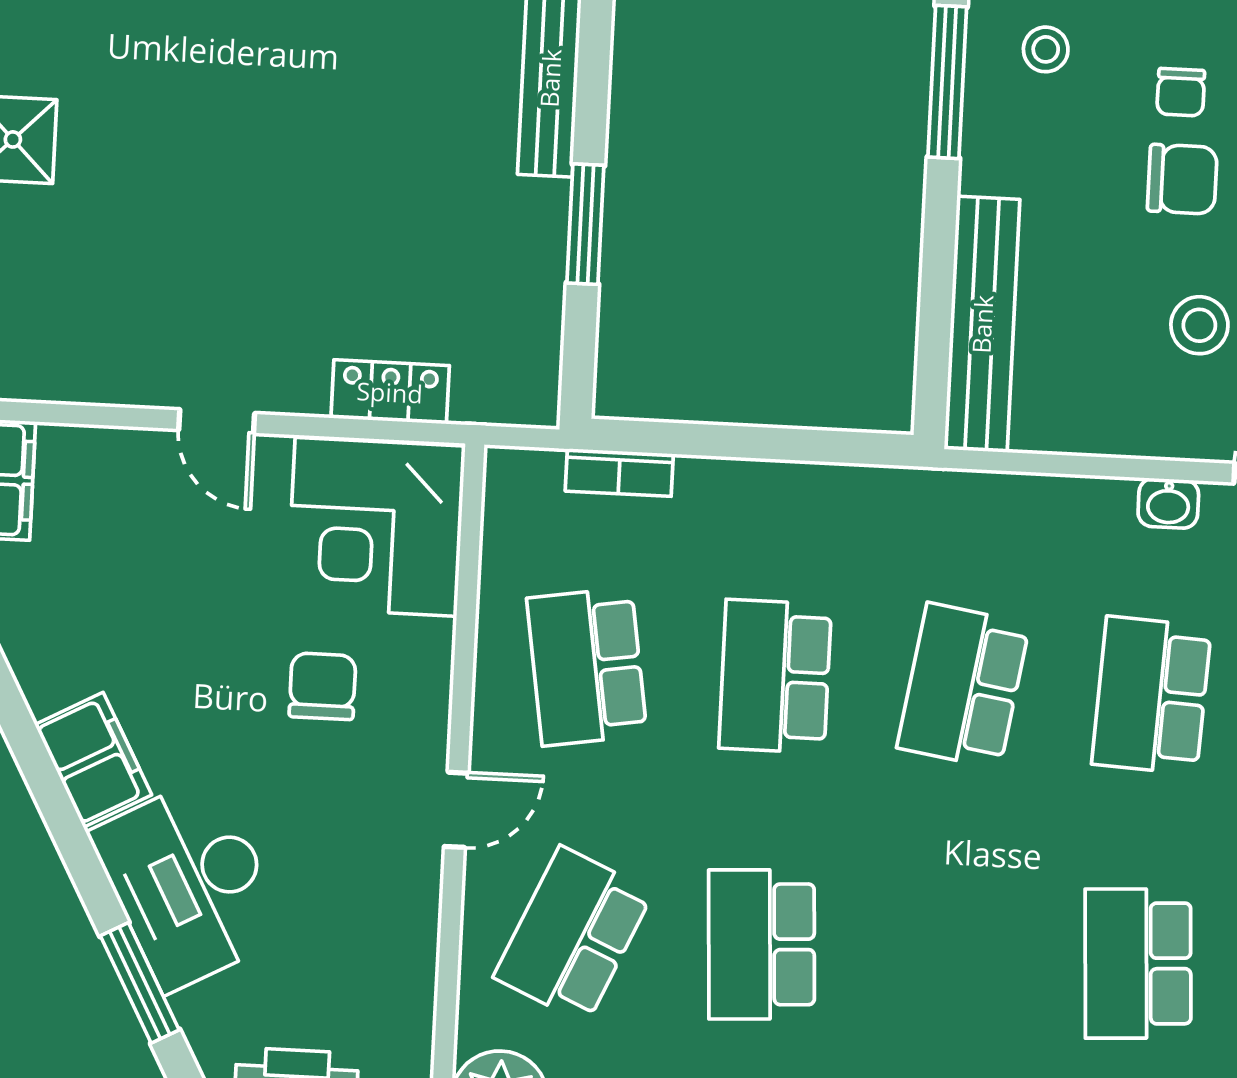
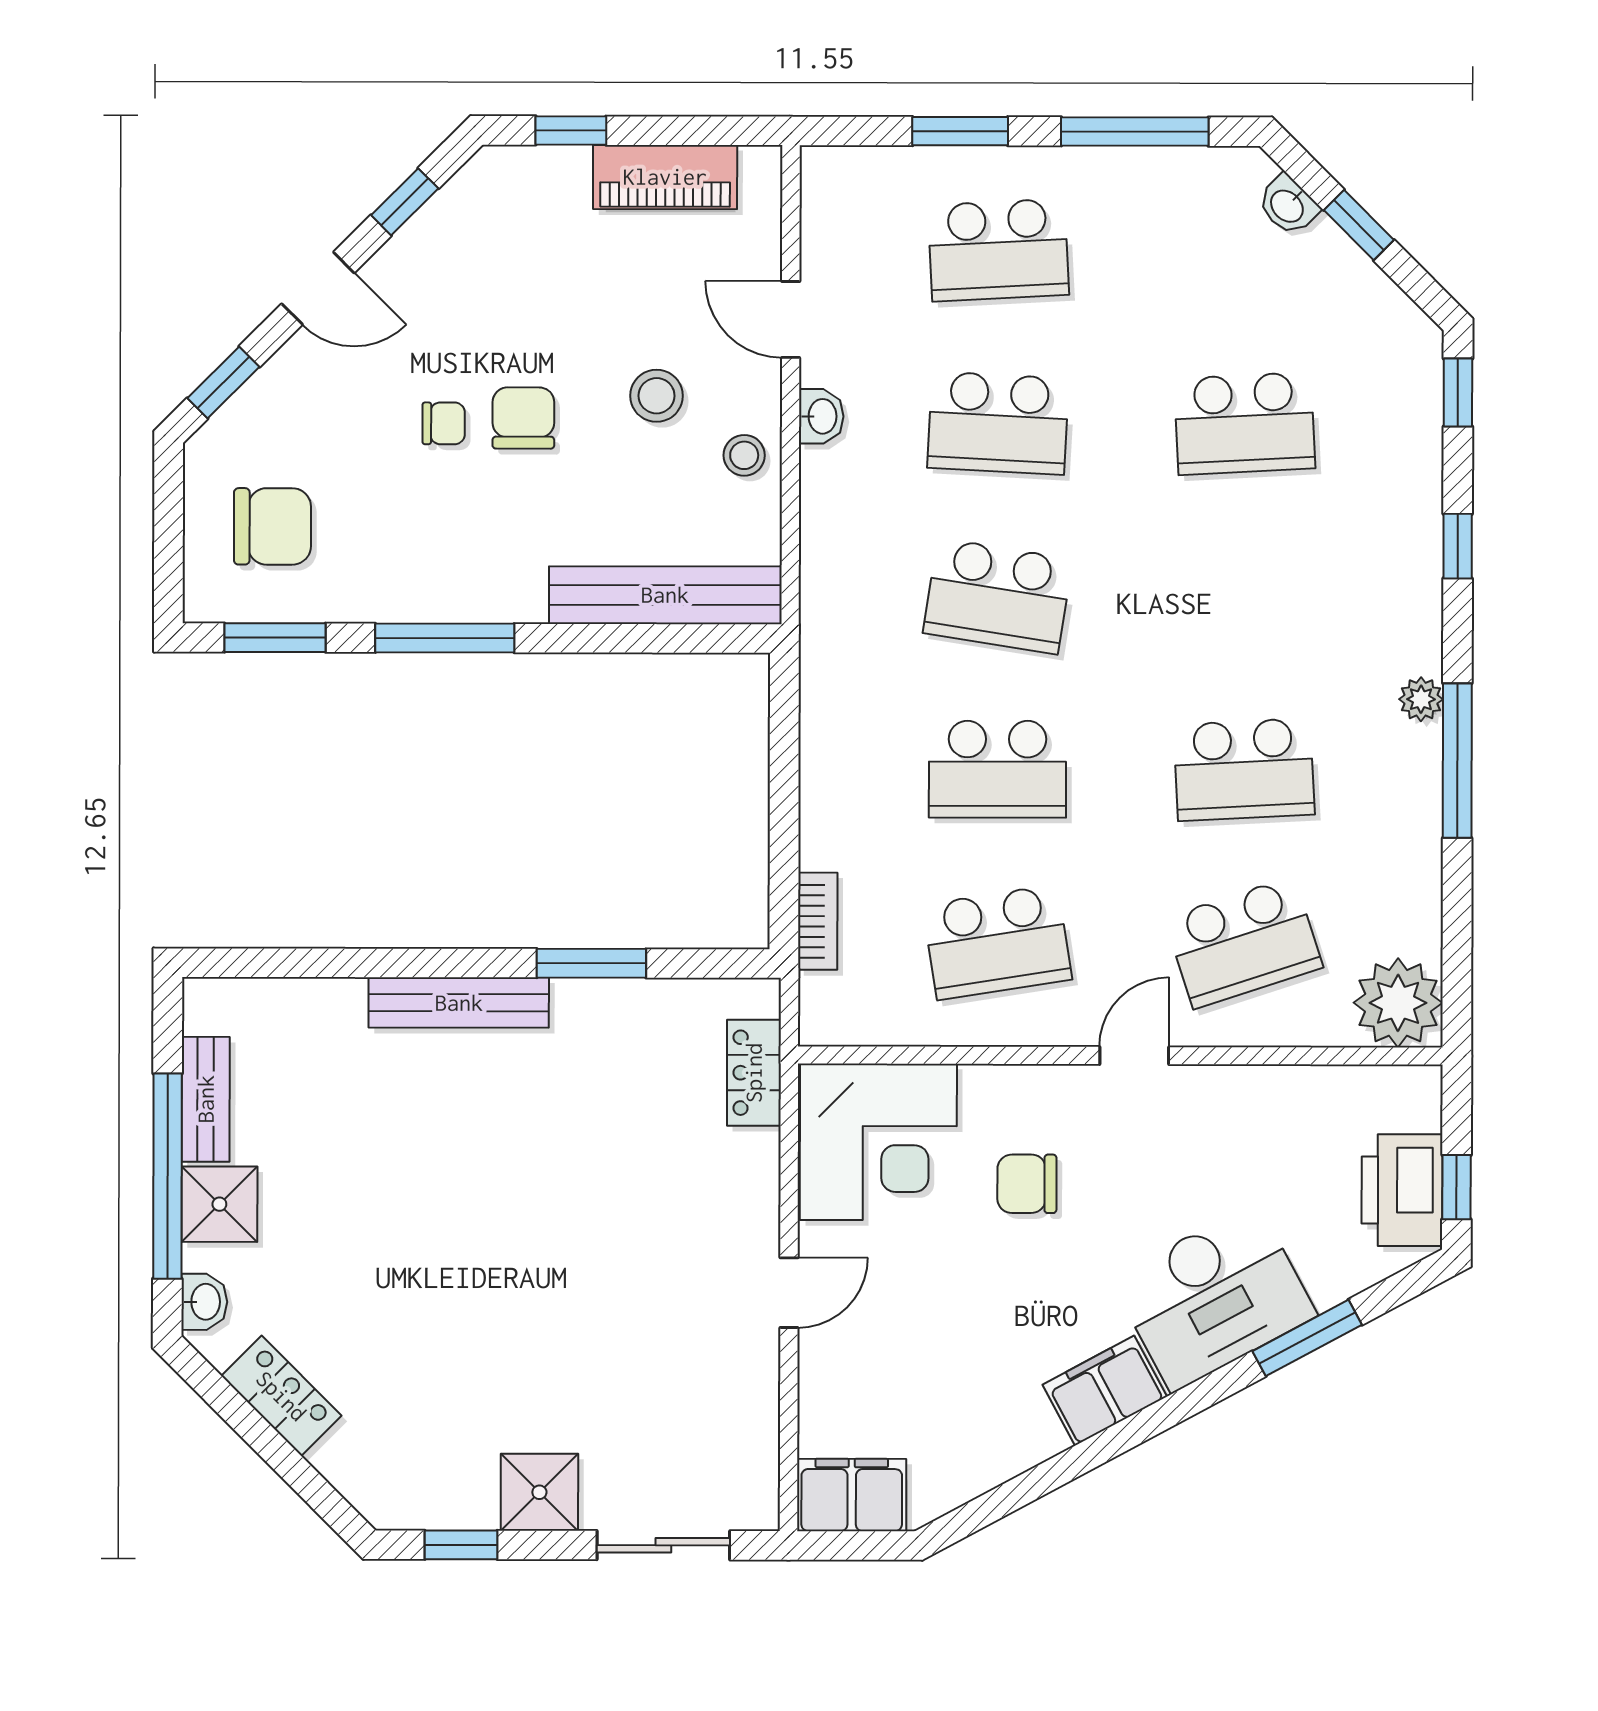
stool: (1046, 49) -> (744, 455), moved
locker: (390, 392) -> (754, 1073), moved
door: (456, 810) -> (1134, 1056), hinge flipped
school desk: (573, 935) -> (1244, 943), turned -42

